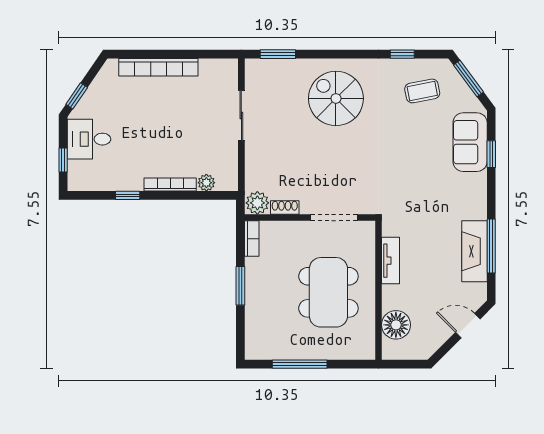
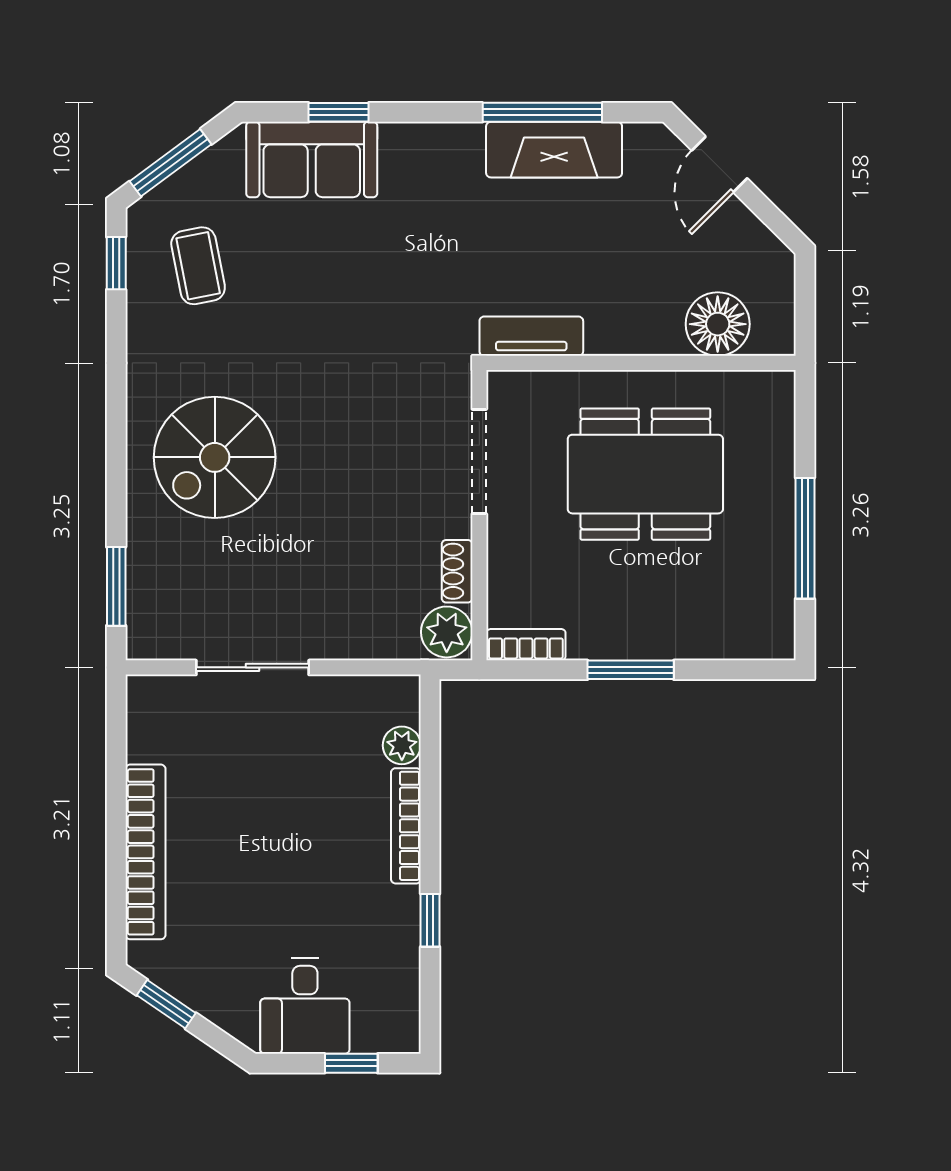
window: (402, 54) -> (116, 263), moved
window: (77, 96) -> (166, 1004), moved
tv unit: (391, 261) -> (531, 336), moved

